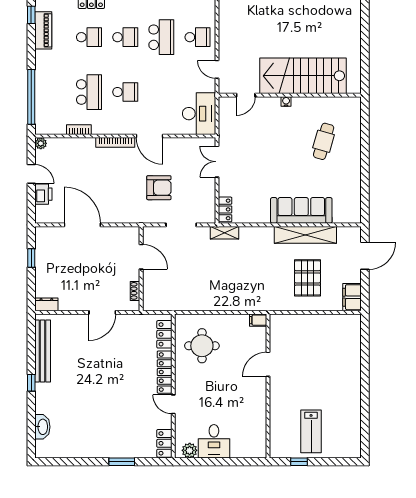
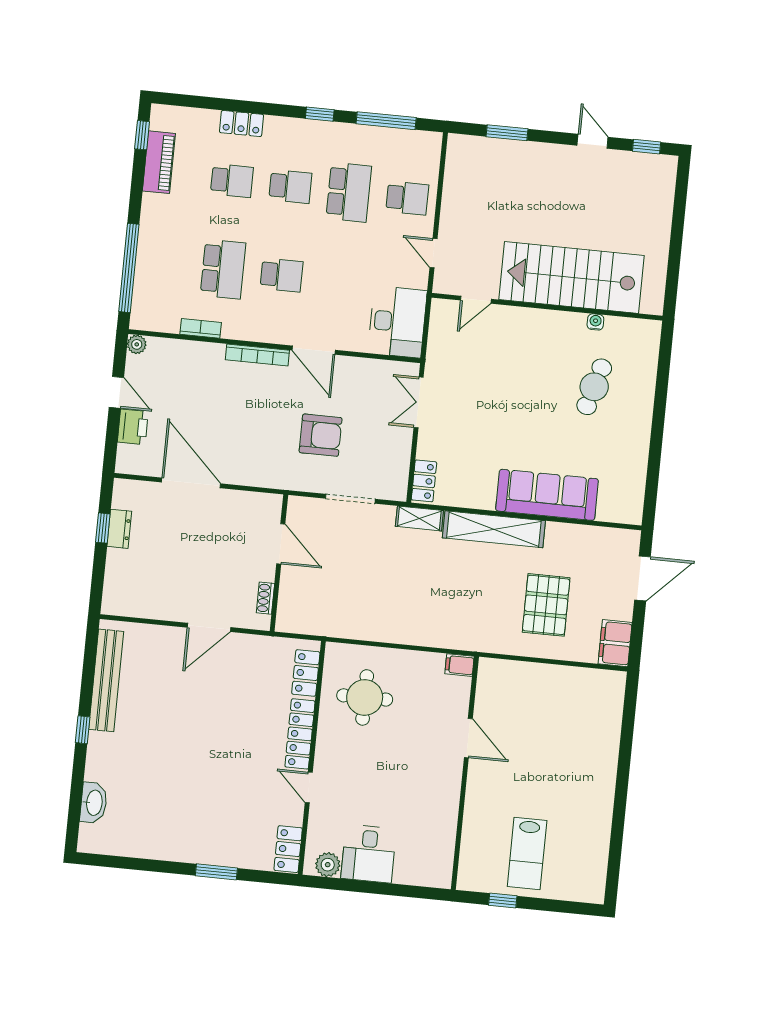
water cooler: (286, 102) -> (595, 322), moved
shelving: (305, 235) -> (494, 529), moved
dresser: (46, 304) -> (119, 529), moved, turned 90
door: (268, 364) -> (468, 738), swing flipped

